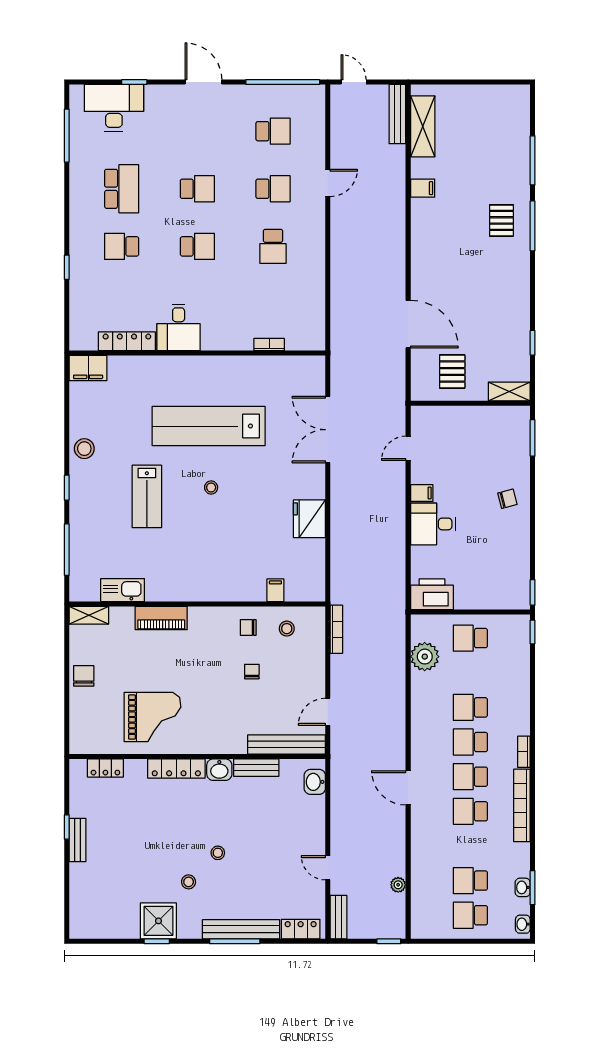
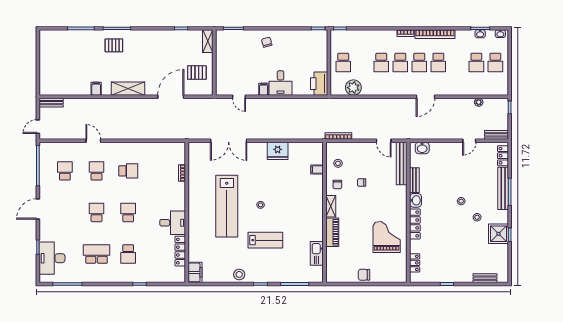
bench: (397, 114) -> (51, 103), width x0.73
shelving: (423, 126) -> (128, 89), moved
shelving: (89, 615) -> (331, 206), moved
bench: (78, 840) -> (485, 278), moved

